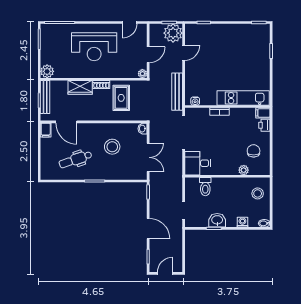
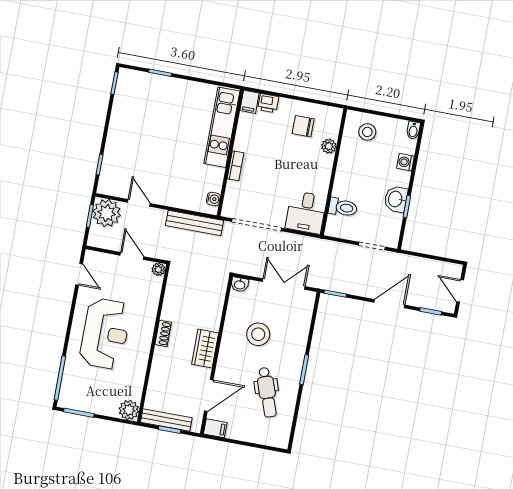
wardrobe: (80, 87) -> (205, 349), moved, turned 180
rug: (121, 98) -> (188, 308), removed

